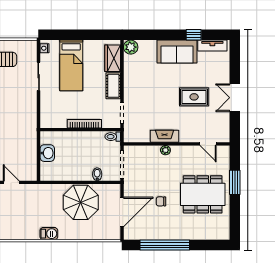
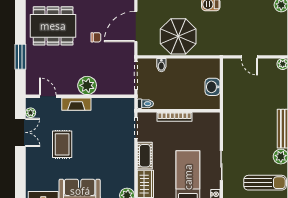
rug: (194, 97) -> (62, 144), turned 90
double door: (235, 98) -> (20, 132), moved
plant: (225, 128) -> (31, 113), added
fireplace: (165, 136) -> (76, 104), moved
plant: (165, 150) -> (87, 85), width x1.88, depth x1.88
dining table: (203, 194) -> (53, 26), moved

